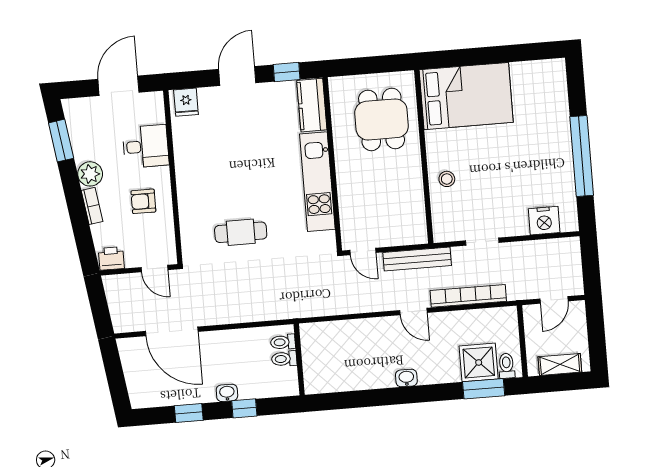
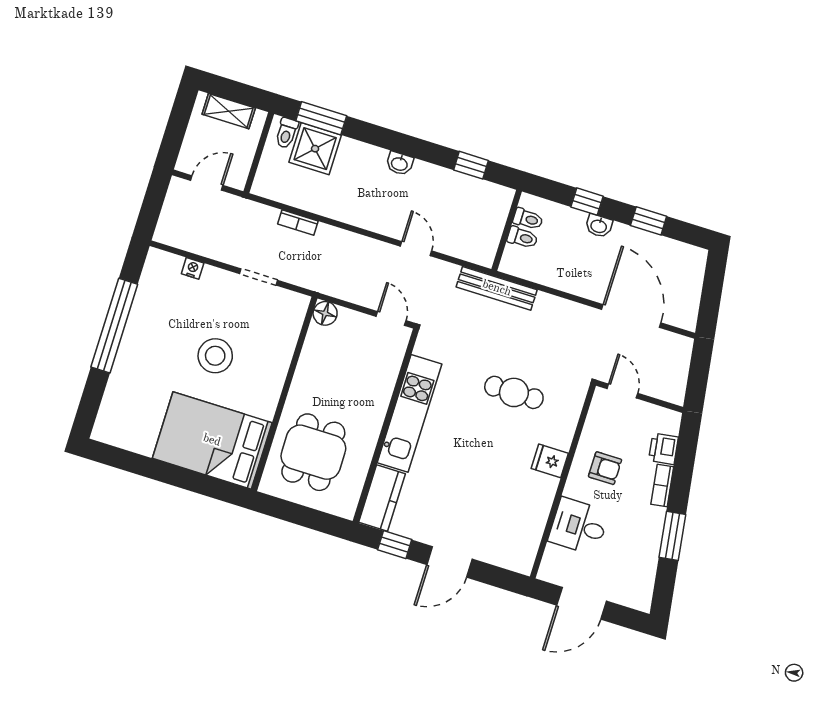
fridge: (186, 102) -> (550, 461), moved, turned -90
window: (61, 141) -> (672, 536), moved
plant: (90, 174) -> (650, 521), removed
stool: (447, 179) -> (215, 356), moved, width x1.89, depth x1.89
nightstand: (544, 221) -> (193, 268), width x0.53, depth x0.56
floor lamp: (417, 234) -> (325, 313), added
printer: (111, 258) -> (663, 449), moved, turned 82
bench: (417, 259) -> (497, 288), moved
bookcase: (468, 296) -> (298, 223), width x0.43, depth x0.76
door: (413, 312) -> (416, 249), moved
toilet: (283, 342) -> (528, 219), moved
window: (349, 400) -> (471, 165), added

